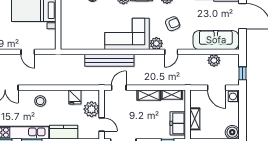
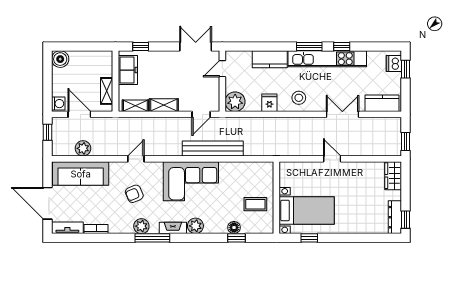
coffee table: (75, 15) -> (255, 204), added
plant: (156, 43) -> (155, 169), removed
door: (28, 52) -> (332, 159), moved
fridge: (75, 97) -> (269, 103), moved
plant: (92, 109) -> (235, 102), moved
shelving: (195, 119) -> (107, 91), moved
door: (102, 125) -> (222, 69), hinge flipped

